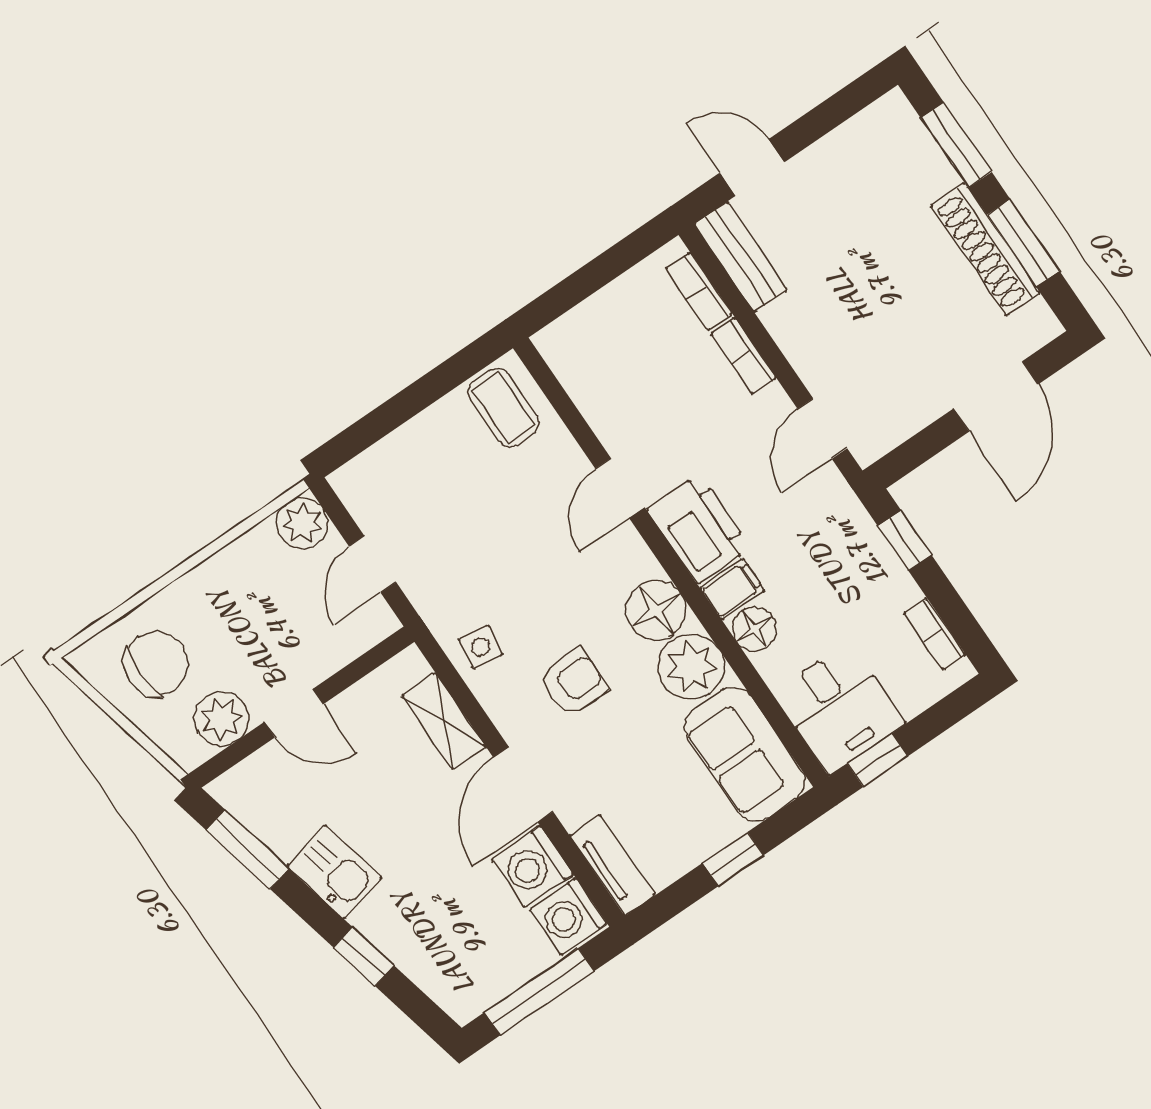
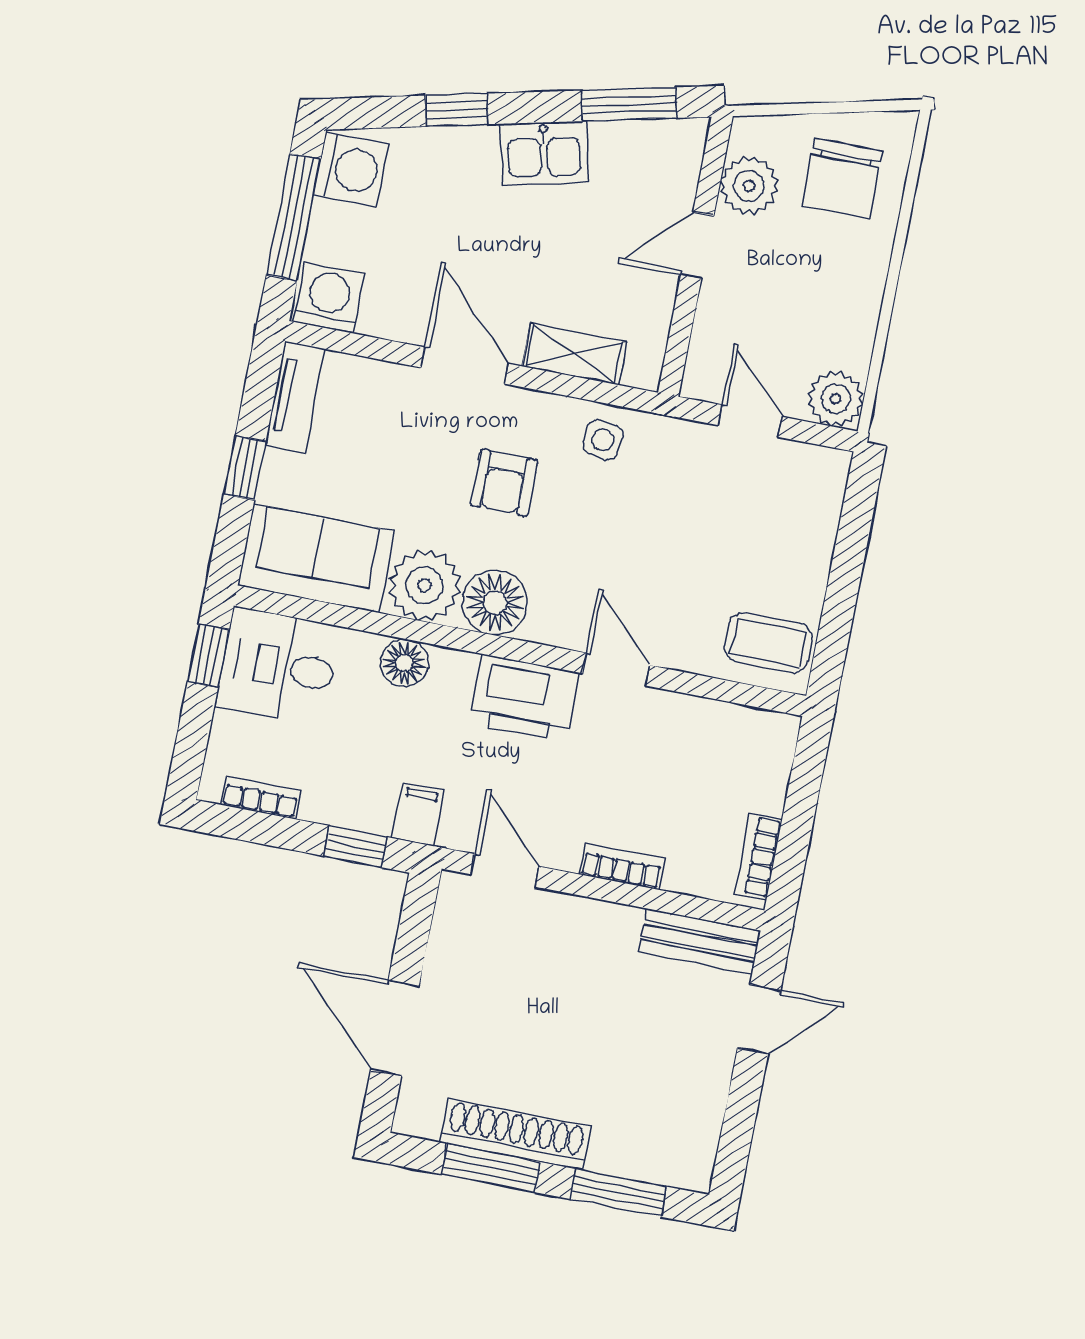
bookcase: (699, 291) -> (758, 856), moved, turned -90
filing cabinet: (732, 589) -> (418, 814), moved, turned 180
tv unit: (613, 865) -> (295, 397), moved, turned -90
washing machine: (532, 867) -> (351, 169), moved, turned 90

